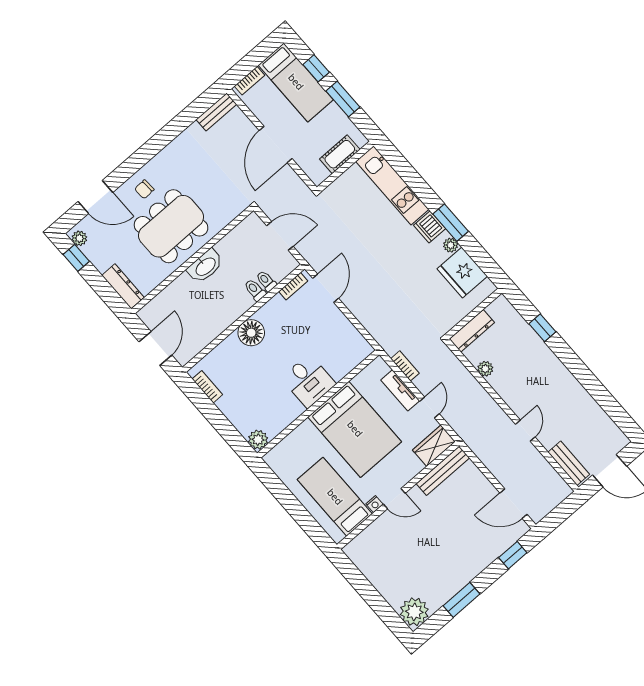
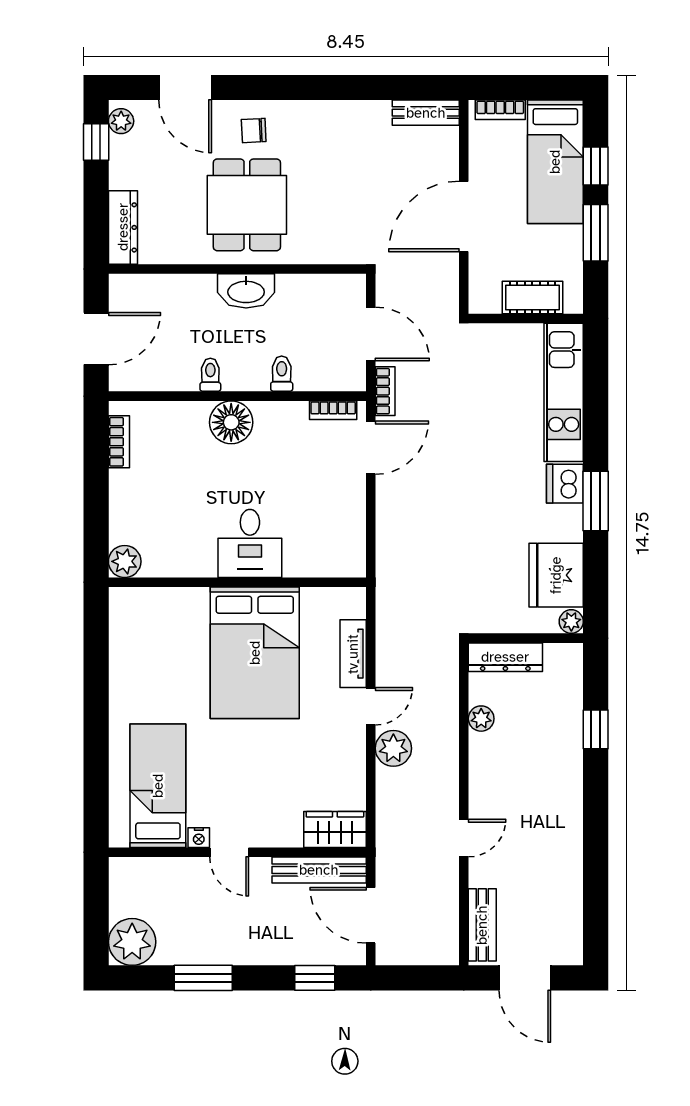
dining table: (171, 226) -> (247, 205), width x0.73
plant: (451, 245) -> (571, 622), moved
toilet: (266, 281) -> (210, 375), moved
bookcase: (405, 366) -> (385, 391), moved
plant: (457, 418) -> (393, 748), added
wardrobe: (434, 446) -> (335, 830), moved
bench: (443, 471) -> (319, 870), moved
wall: (398, 495) -> (237, 852), moved
bed: (335, 497) -> (158, 786), moved
door: (394, 499) -> (229, 852), moved
nightstand: (374, 504) -> (199, 838), moved

